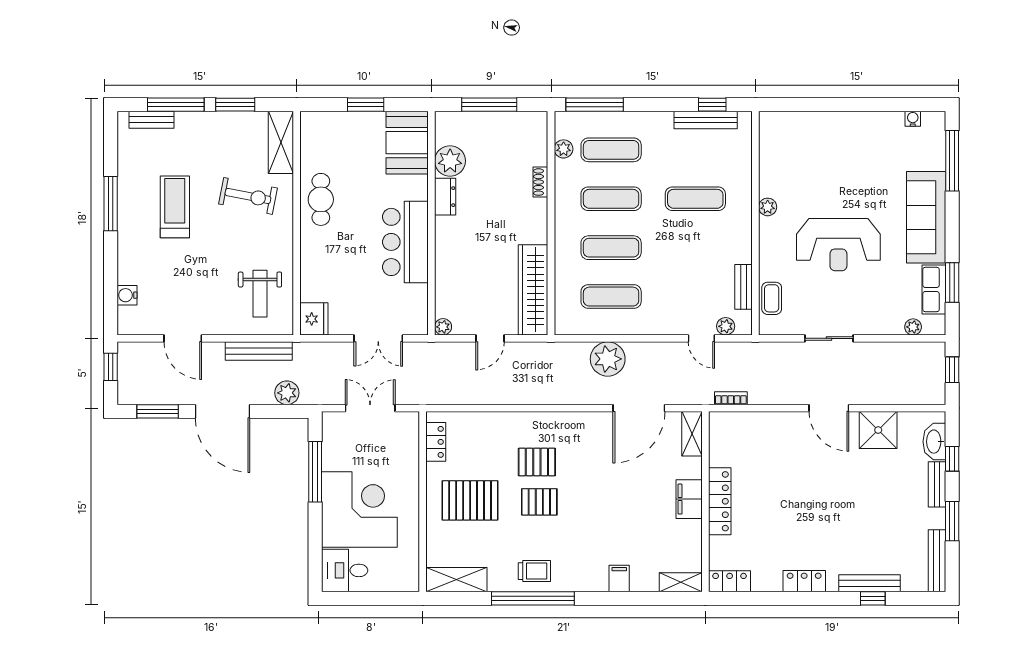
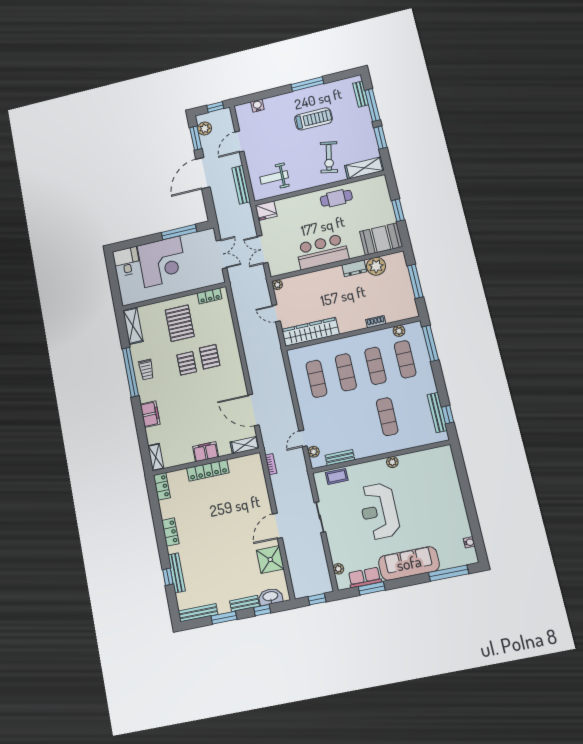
plant: (608, 359) -> (279, 385), removed
plant: (287, 393) -> (205, 129), moved
filing cabinet: (619, 578) -> (150, 414), width x2.00

